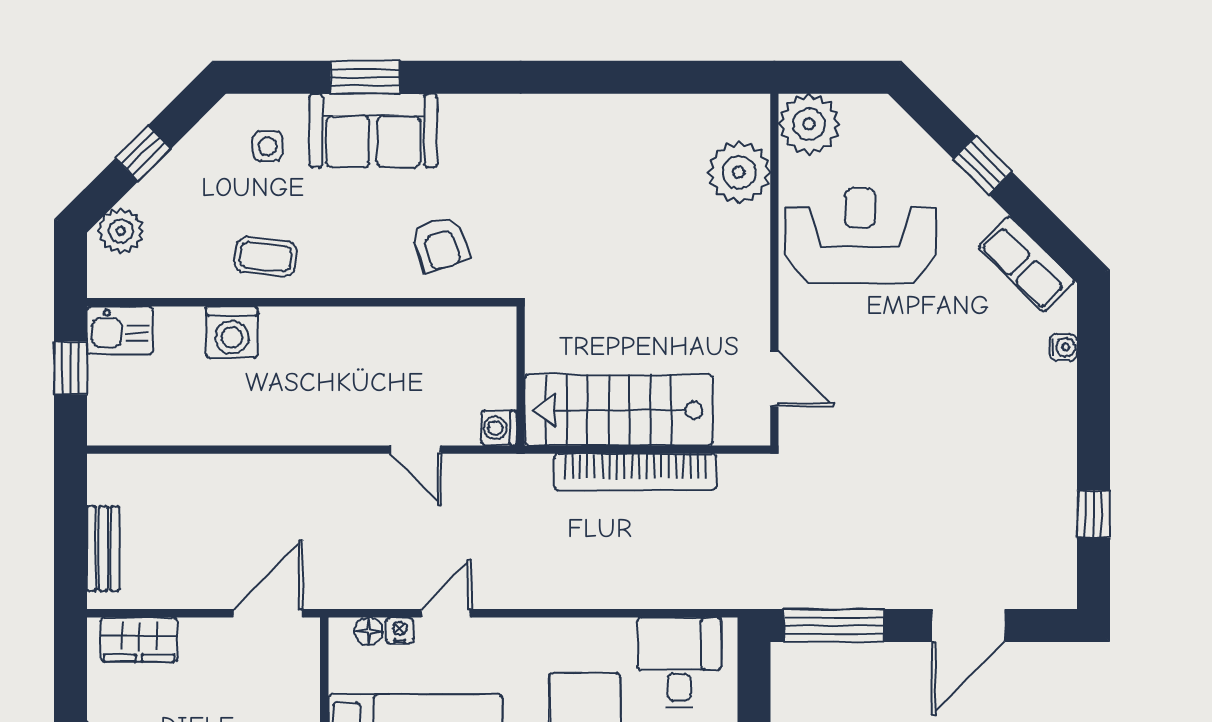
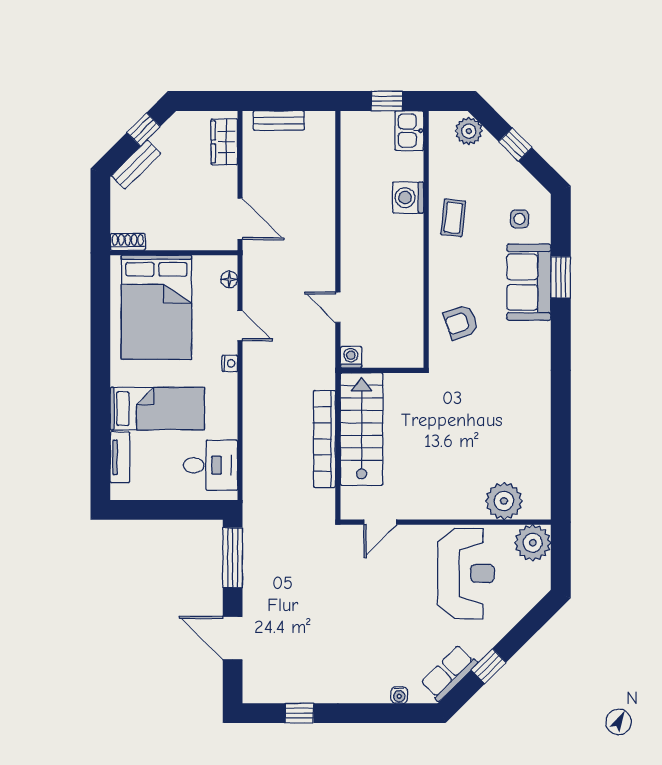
window: (982, 165) -> (488, 666), moved
door: (415, 450) -> (338, 307), hinge flipped
nightstand: (400, 630) -> (230, 363), moved

